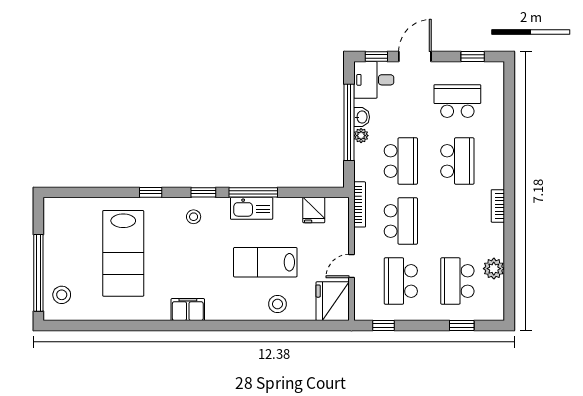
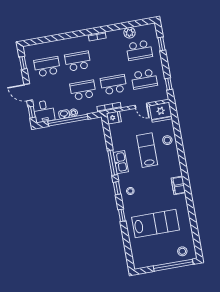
school desk: (457, 101) -> (47, 67), turned 90
fridge: (314, 210) -> (114, 118), moved
lab bench: (265, 262) -> (147, 150), turned 180

